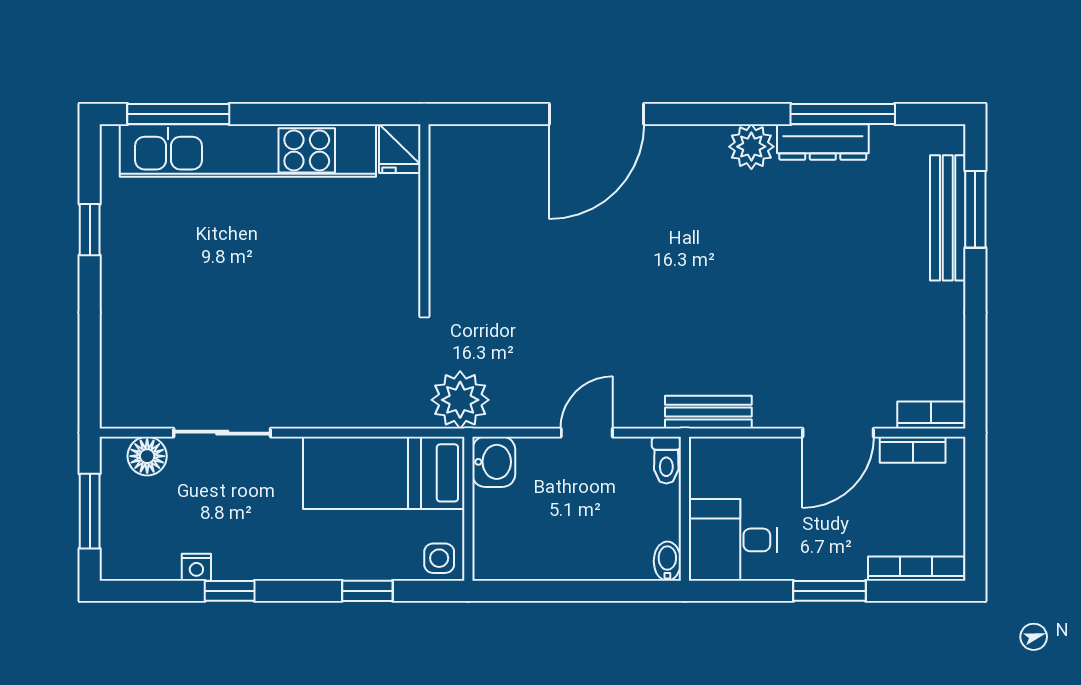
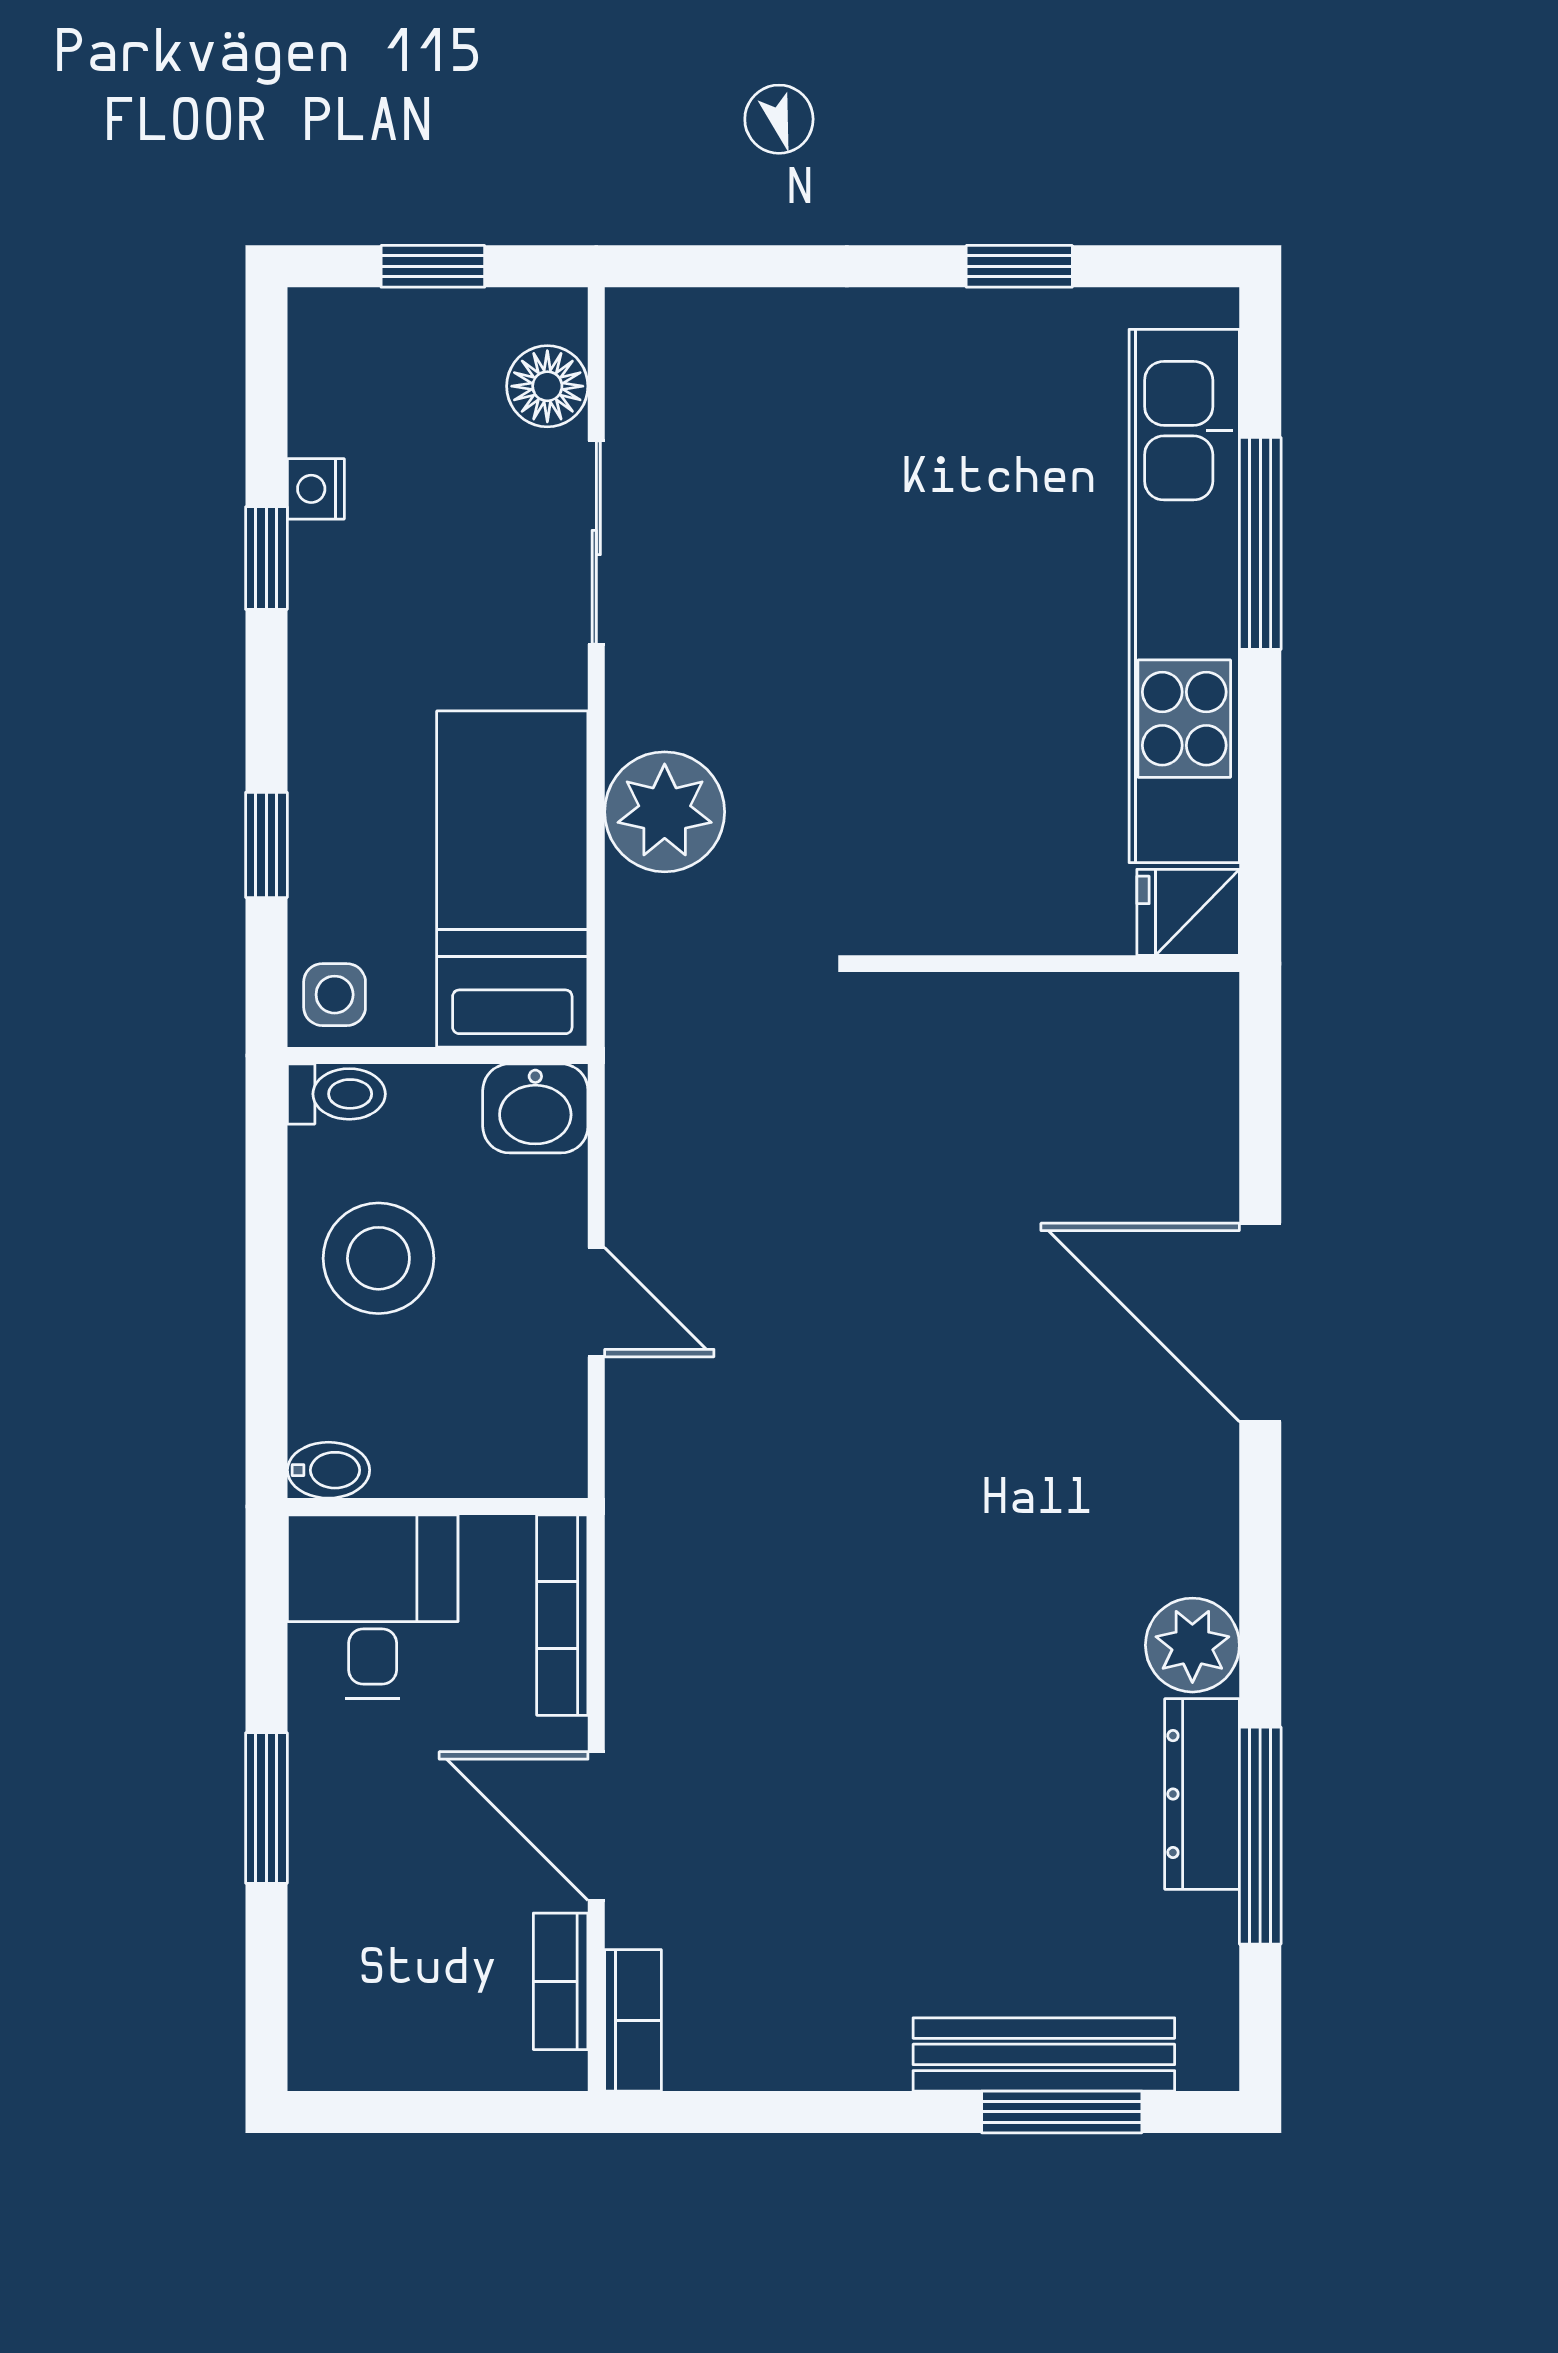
window: (178, 114) -> (1260, 543), moved
plant: (460, 400) -> (665, 812), moved
bench: (708, 412) -> (639, 1556), removed
toilet: (666, 460) -> (336, 1094), moved, turned 180
window: (90, 511) -> (433, 266), width x0.67
stool: (566, 537) -> (378, 1258), added
bookcase: (916, 569) -> (562, 1615), moved, turned 180

